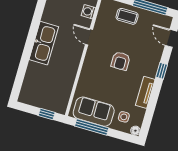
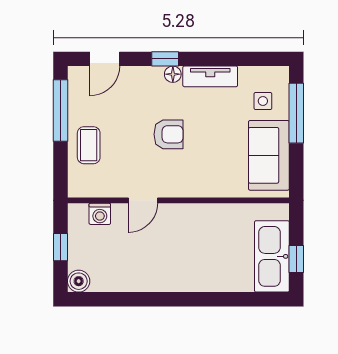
kitchen sink: (44, 43) -> (272, 256), moved, turned -90
window: (47, 114) -> (296, 259), moved
window: (92, 127) -> (296, 113), moved
floor lamp: (135, 131) -> (173, 74), moved

